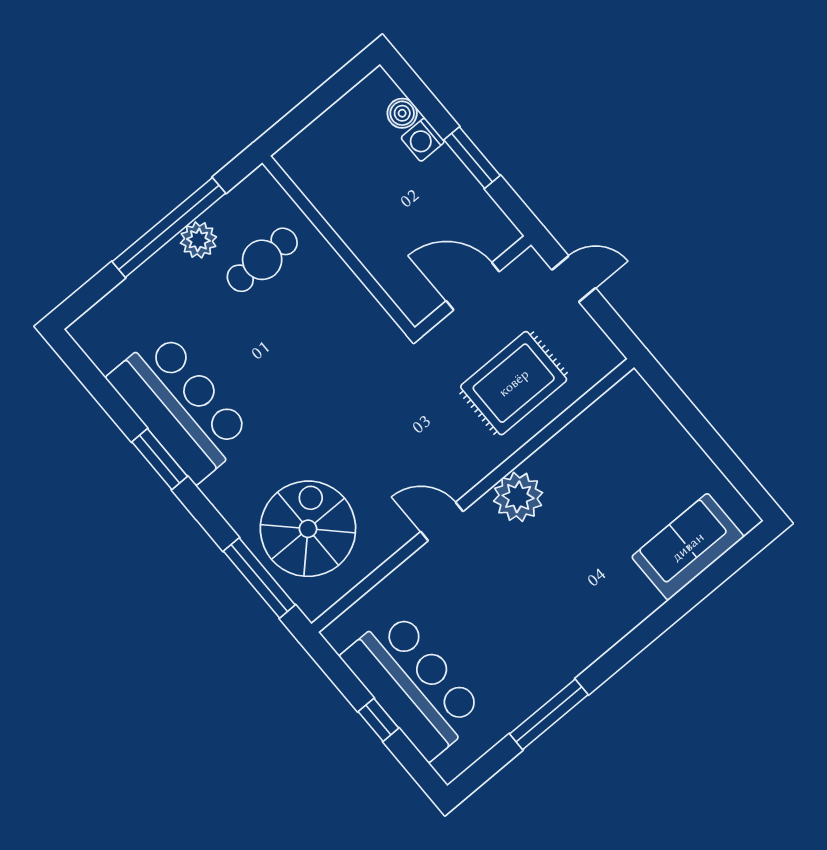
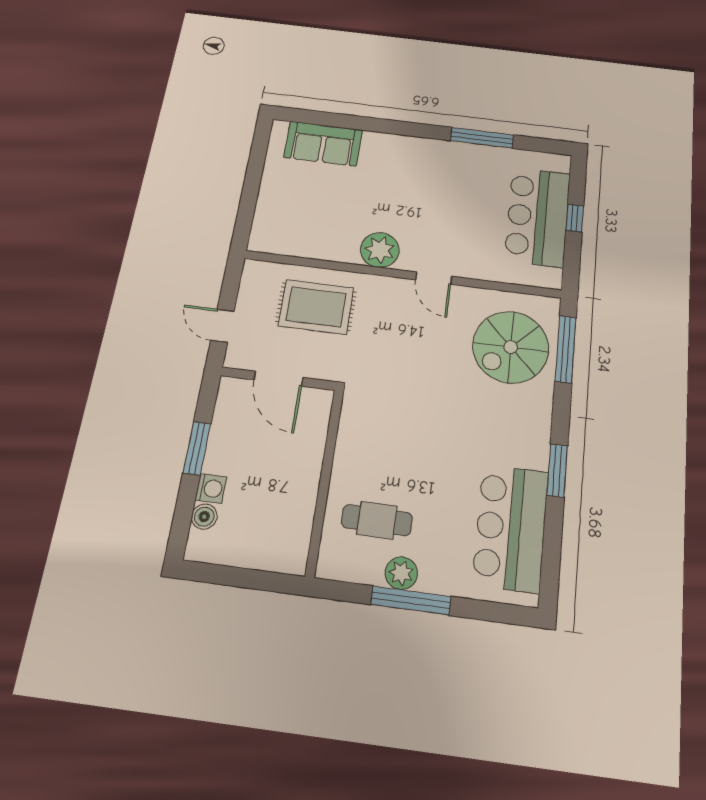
window: (169, 227) -> (411, 600), width x0.68
bar counter: (180, 407) -> (511, 528), moved

